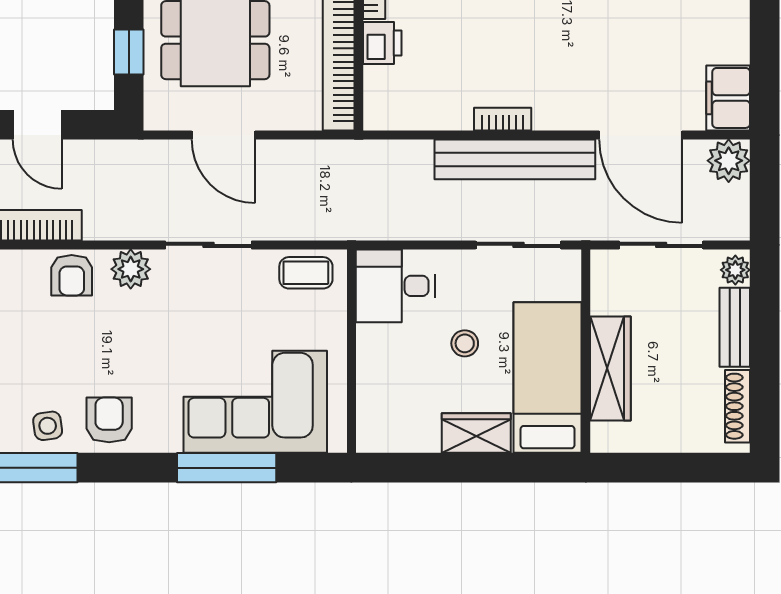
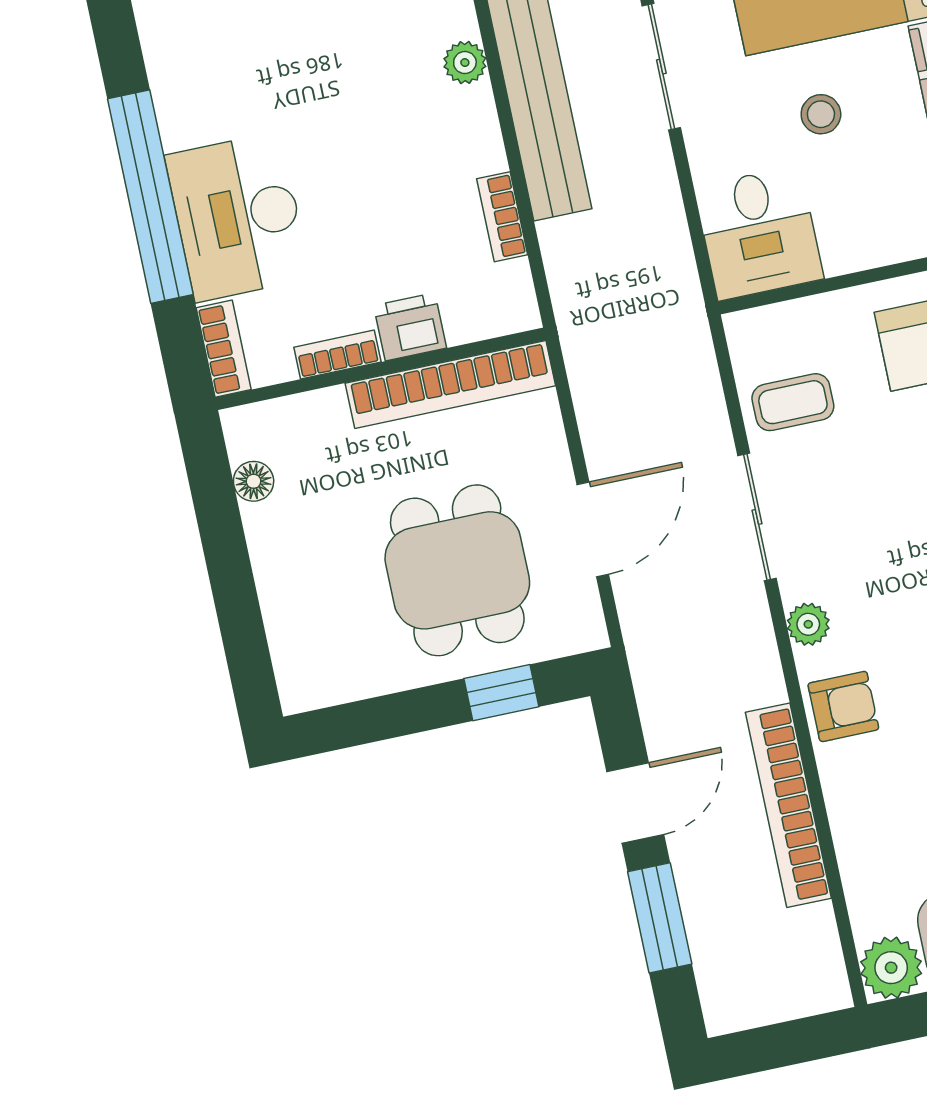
plant: (549, 116) -> (465, 63), added
bookcase: (503, 119) -> (502, 217), moved
plant: (131, 269) -> (808, 624), width x0.73, depth x0.73
coffee table: (306, 273) -> (793, 402), moved, turned 90

